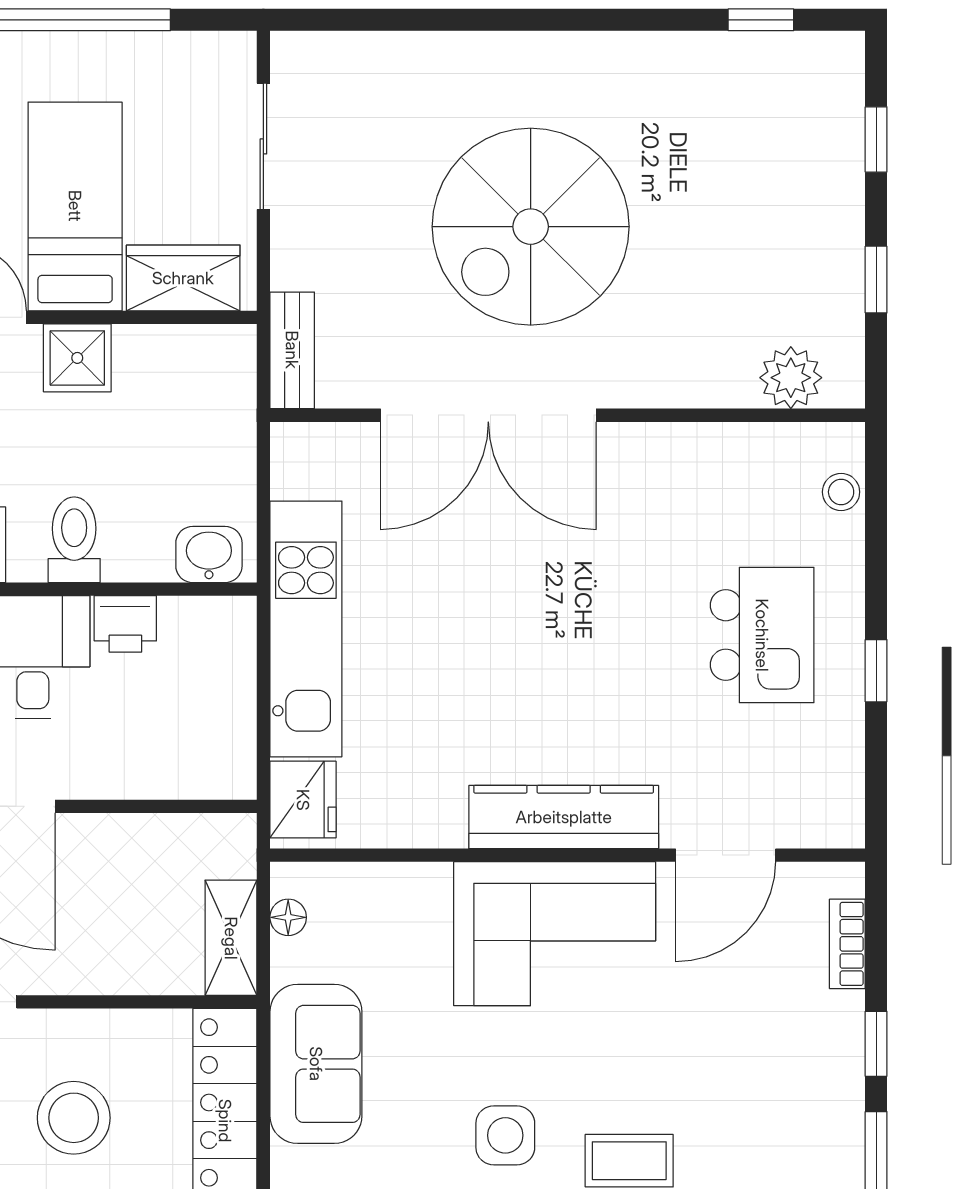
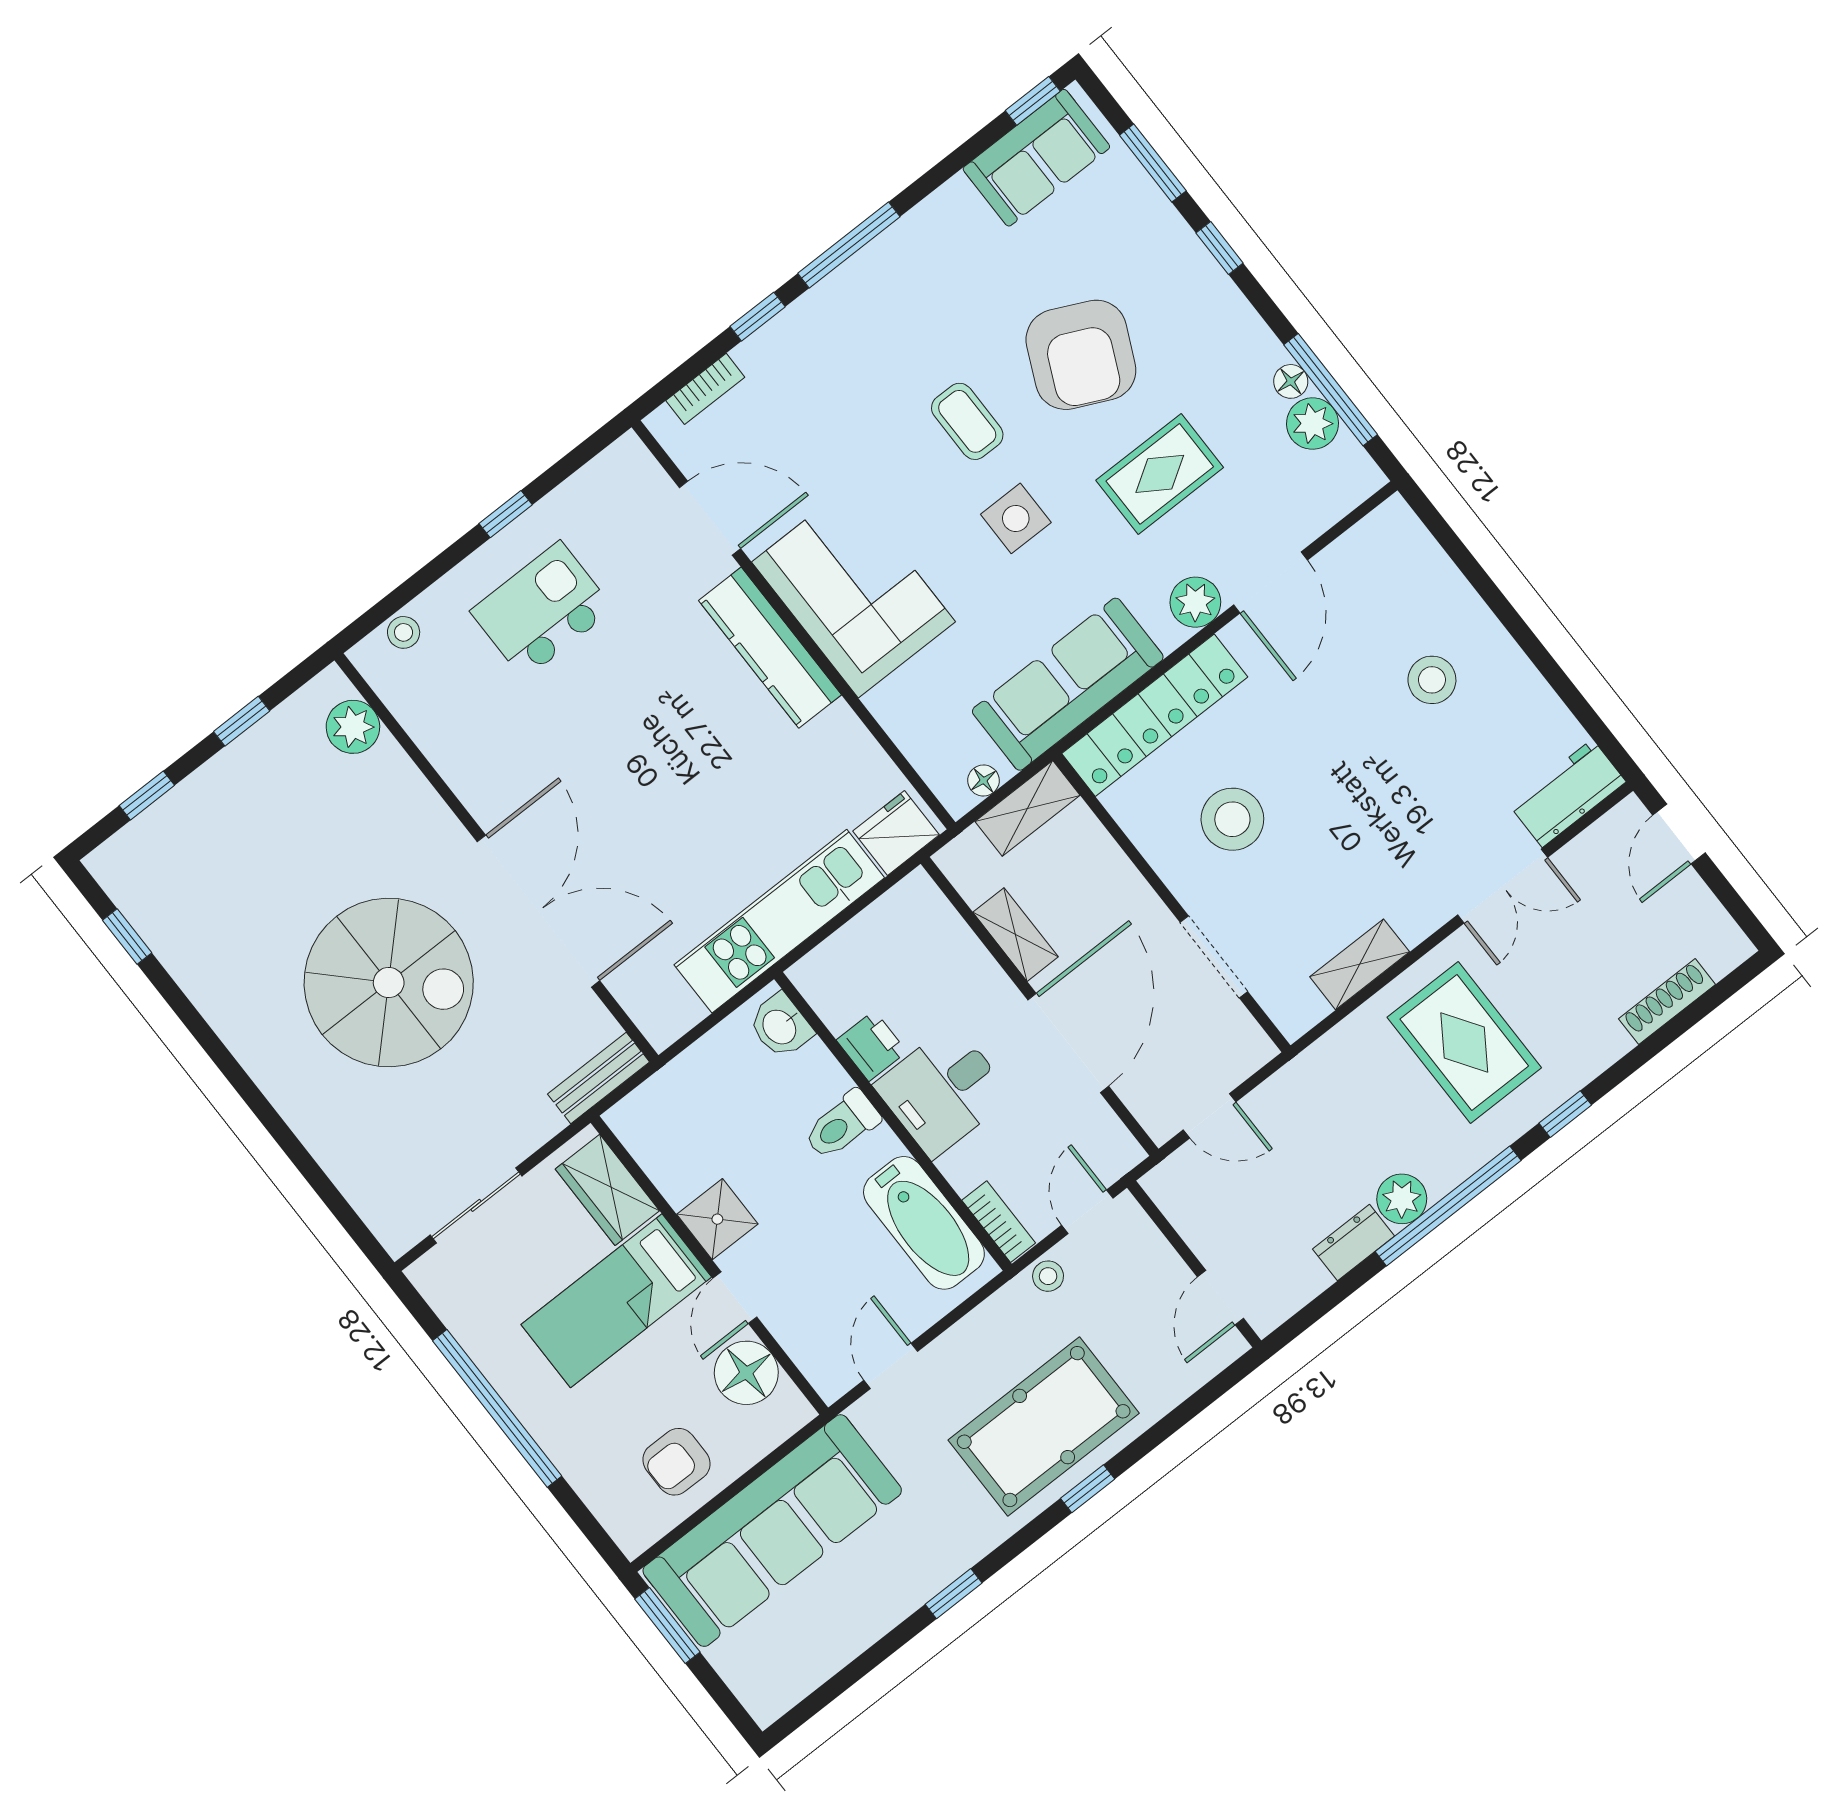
shelving: (124, 836) -> (1016, 935), added
sofa: (316, 1064) -> (1068, 684), width x1.36

